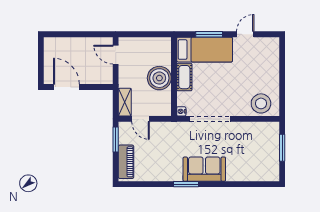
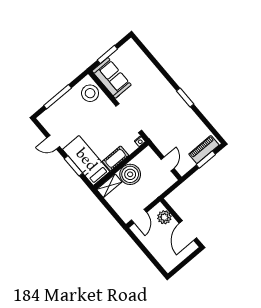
window: (282, 72) -> (58, 97), added
plant: (96, 76) -> (164, 217), added
shelving: (125, 102) -> (109, 186), moved
window: (116, 139) -> (206, 160), moved
sofa: (204, 169) -> (112, 78), moved, turned 180

